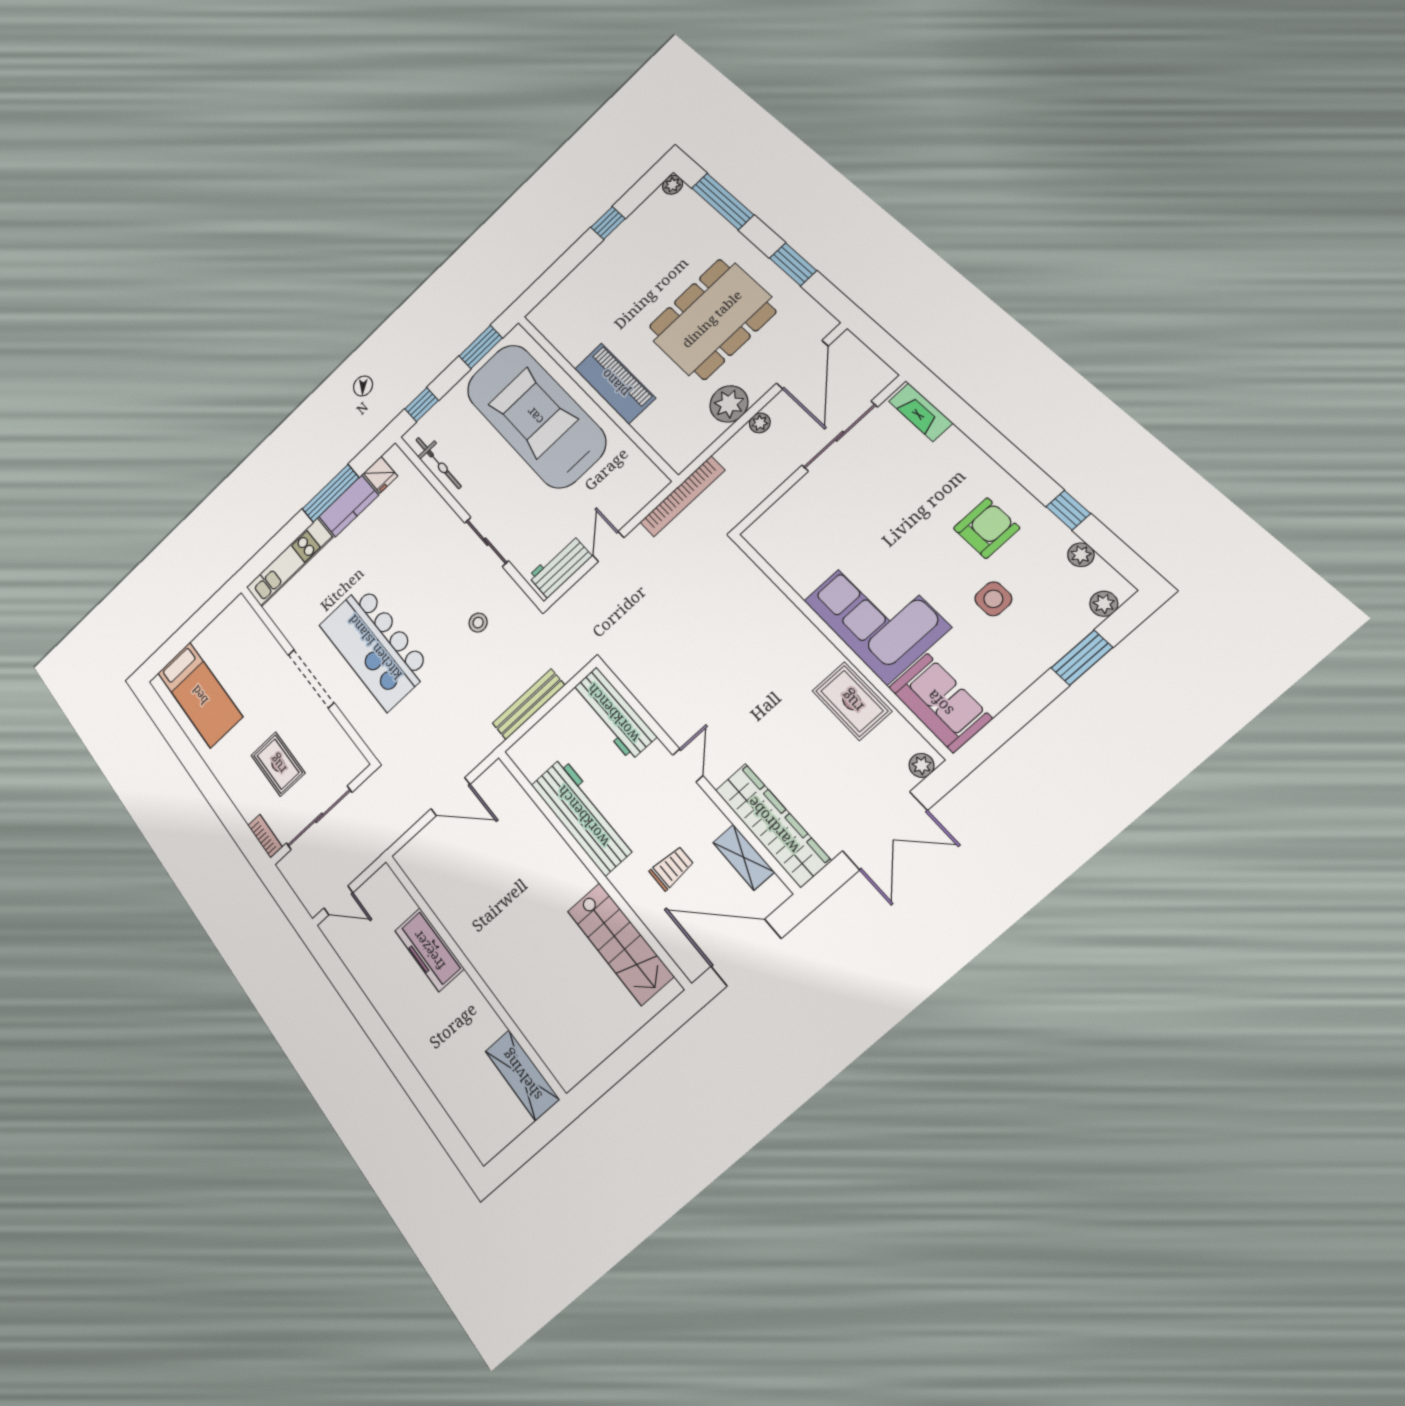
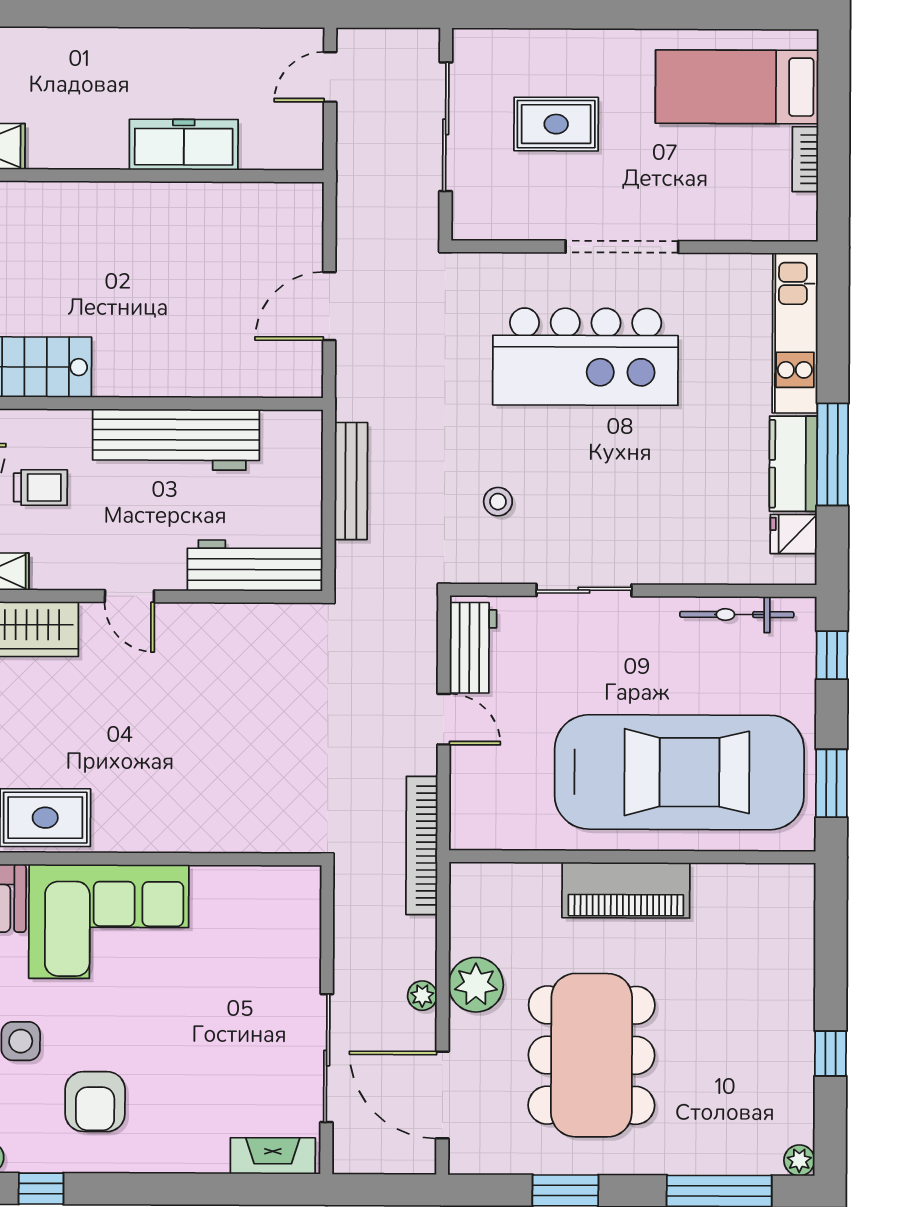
kitchen island: (375, 647) -> (586, 357), turned 180
bookcase: (265, 836) -> (805, 159), moved, turned 90
trolley: (672, 868) -> (40, 487), turned -90

